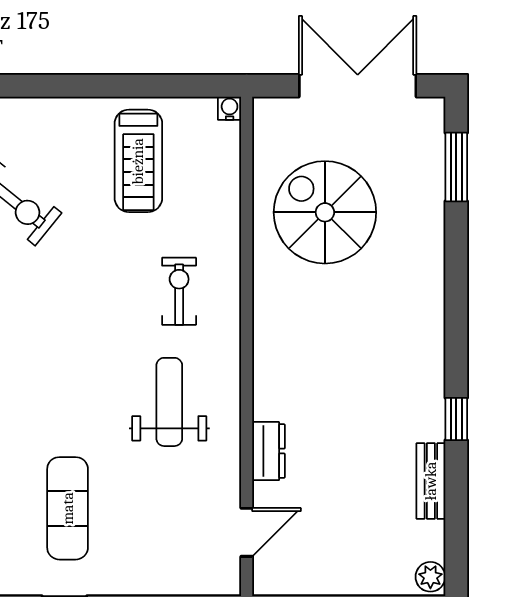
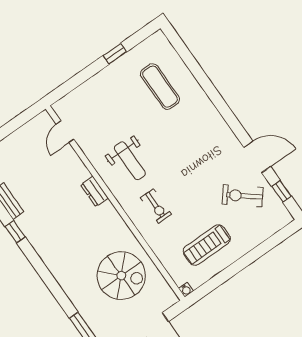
treadmill: (138, 161) -> (207, 245), turned -90
dresser: (269, 451) -> (94, 191), moved
exercise mat: (68, 508) -> (160, 87), moved

